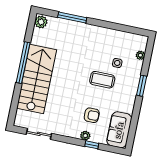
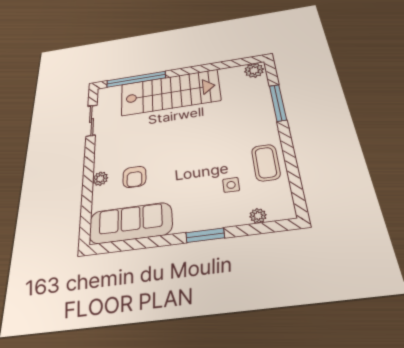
window: (23, 63) -> (136, 79), moved
coffee table: (102, 80) -> (266, 163), moved
sofa: (119, 130) -> (131, 223), width x1.36
window: (92, 145) -> (87, 192), removed

